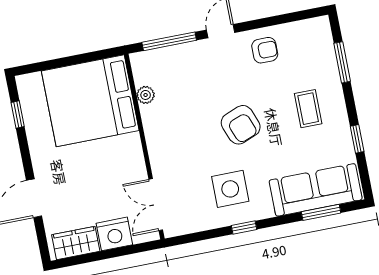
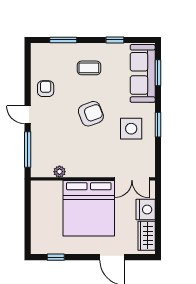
bed: (90, 101) -> (89, 208), moved
window: (244, 227) -> (158, 125), width x1.50

